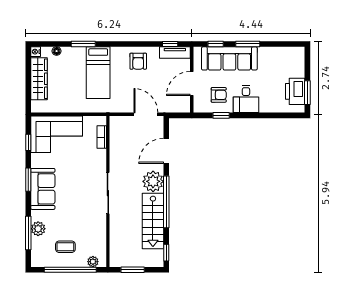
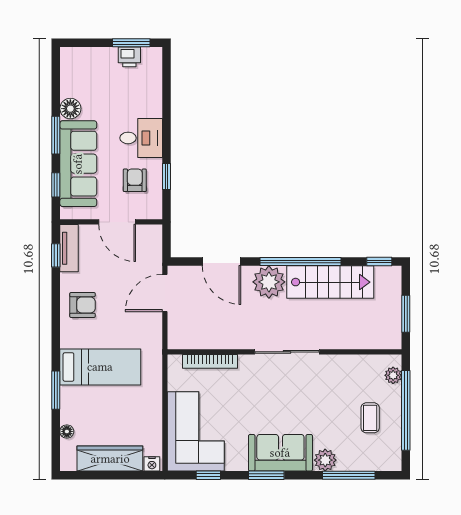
nightstand: (36, 52) -> (152, 464), moved
floor lamp: (265, 53) -> (70, 109), added
printer: (295, 91) -> (129, 57), width x0.53, depth x0.68
bookcase: (102, 137) -> (210, 361), width x1.56
plant: (38, 229) -> (325, 460), moved

